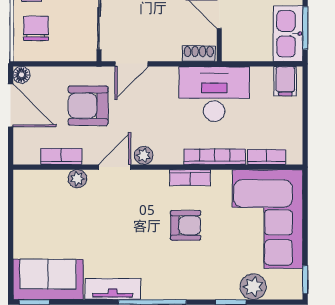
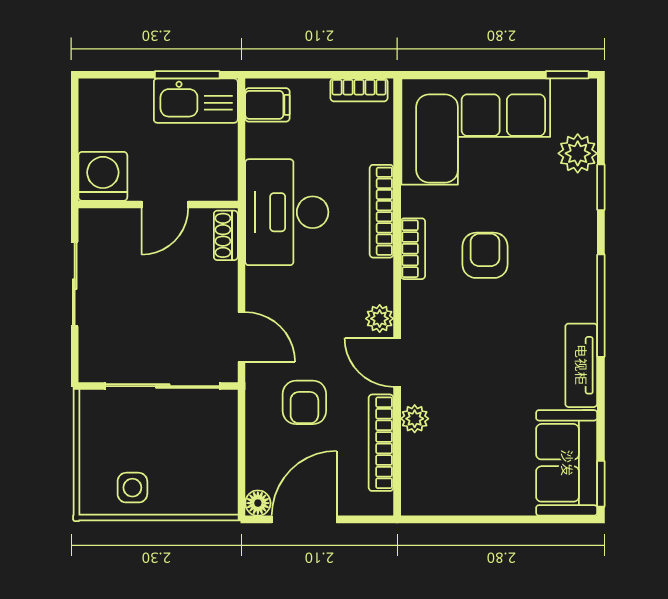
chair: (36, 28) -> (188, 481), removed
armchair: (88, 106) -> (304, 402), width x0.72, depth x0.72
bookcase: (61, 156) -> (381, 443), width x1.56
bookcase: (266, 157) -> (359, 90), moved, turned -90

